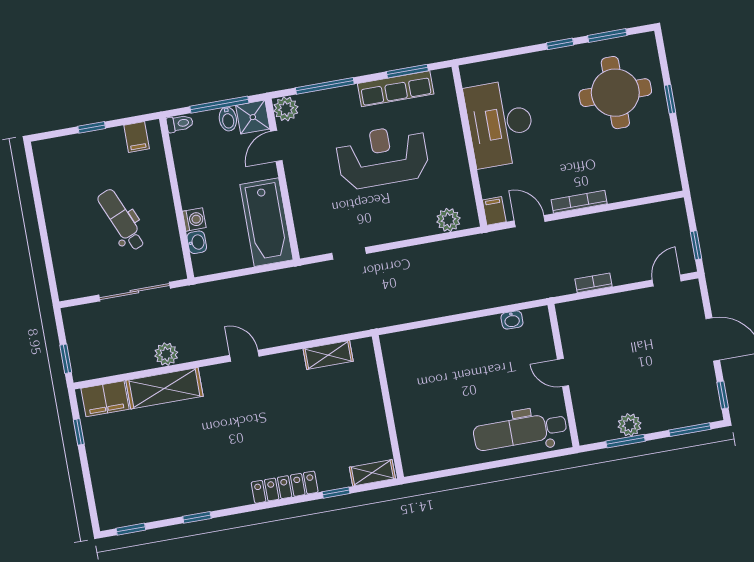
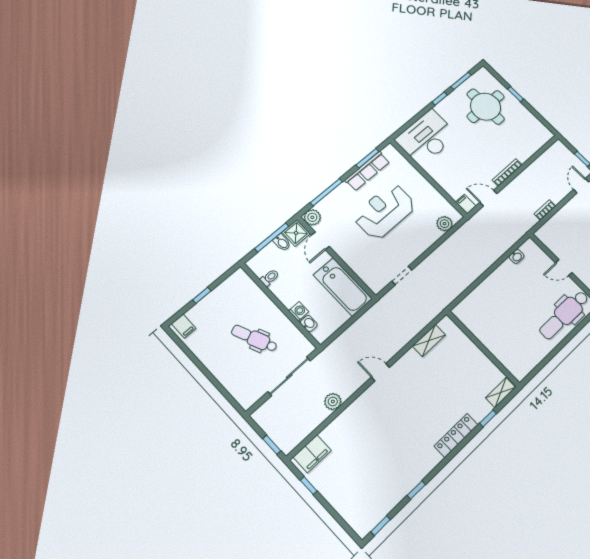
toilet: (180, 123) -> (270, 278), moved
desk: (500, 124) -> (427, 137), moved, turned 90
filing cabinet: (137, 137) -> (184, 326), moved
shelving: (164, 388) -> (345, 423), removed

